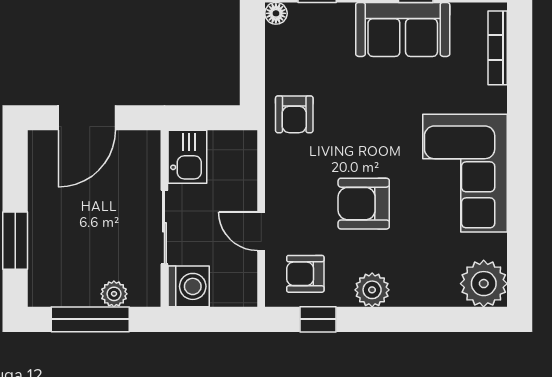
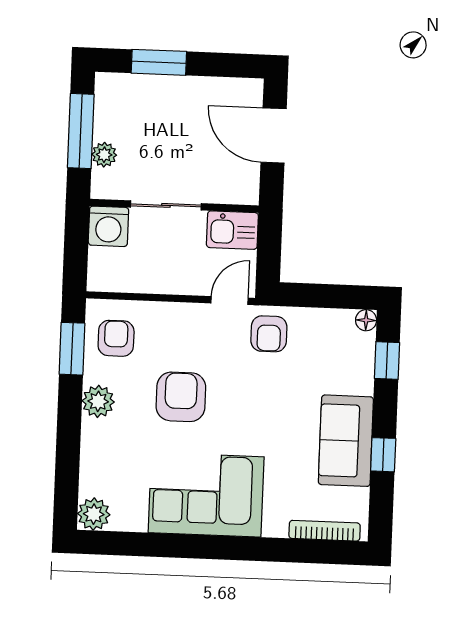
armchair: (294, 114) -> (269, 334), turned -90
door: (261, 231) -> (229, 301), moved
plant: (484, 284) -> (94, 514), width x0.73, depth x0.73
window: (318, 319) -> (72, 349), width x1.50

